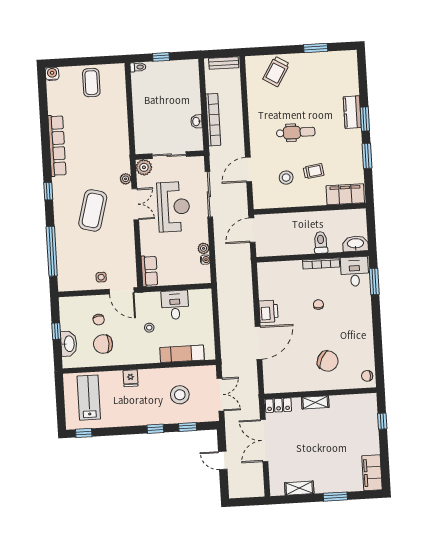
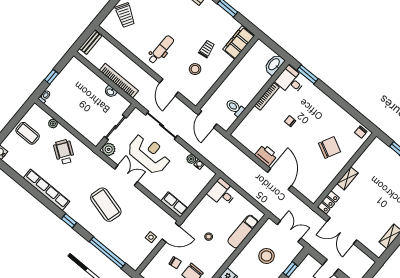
wheelchair: (105, 130) -> (64, 152), added
dental chair: (296, 132) -> (161, 50), moved
plant: (126, 179) -> (53, 124), moved
toilet: (321, 242) -> (235, 108), moved
desk: (175, 305) -> (222, 193), moved

